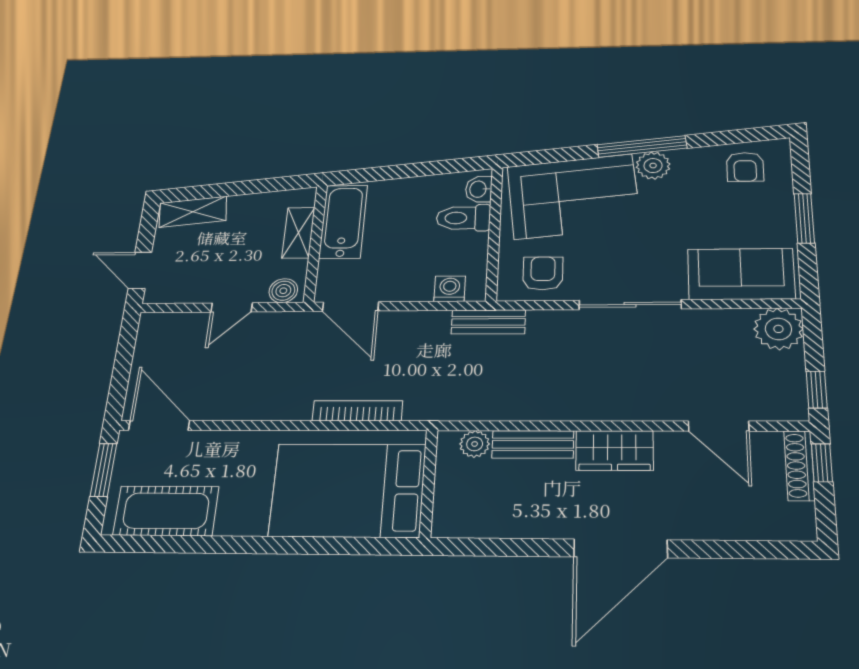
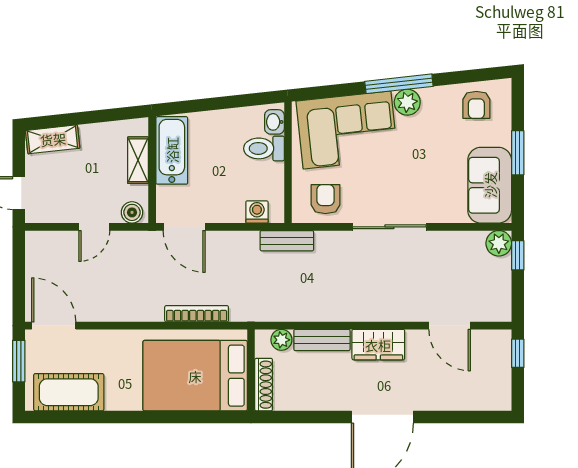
sofa: (741, 274) -> (490, 185), moved, turned -90
plant: (778, 329) -> (499, 243), width x0.73, depth x0.73
window: (817, 390) -> (518, 255), moved
shoe rack: (799, 466) -> (264, 385), moved, turned 180

